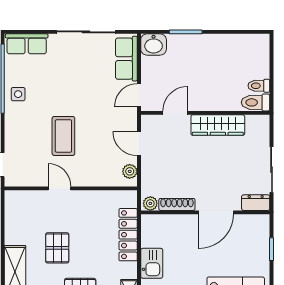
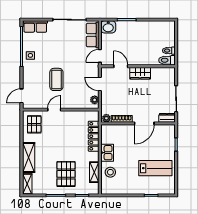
door: (175, 113) -> (121, 66), hinge flipped
wardrobe: (218, 125) -> (140, 73), width x0.67
door: (60, 188) -> (54, 110), hinge flipped
pallet: (57, 248) -> (34, 124), moved

